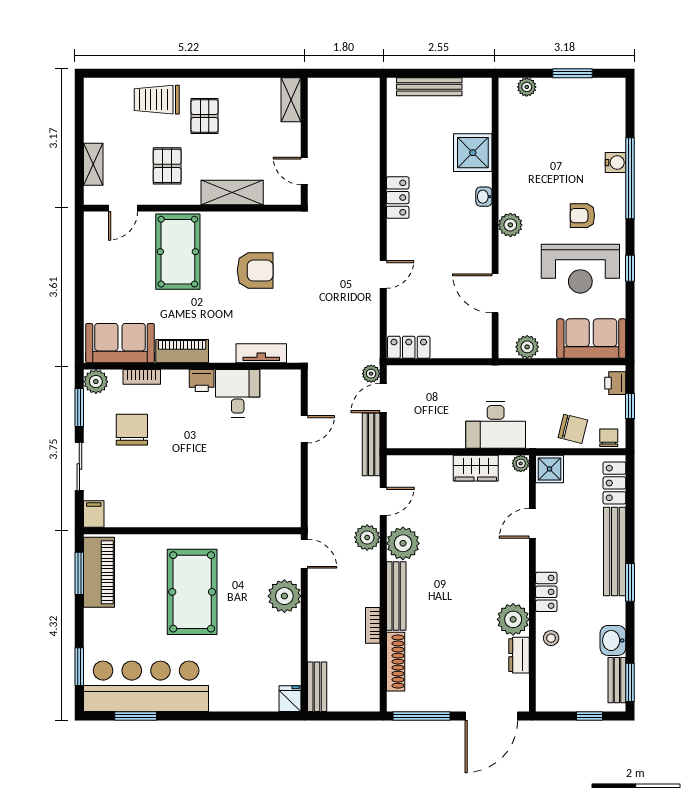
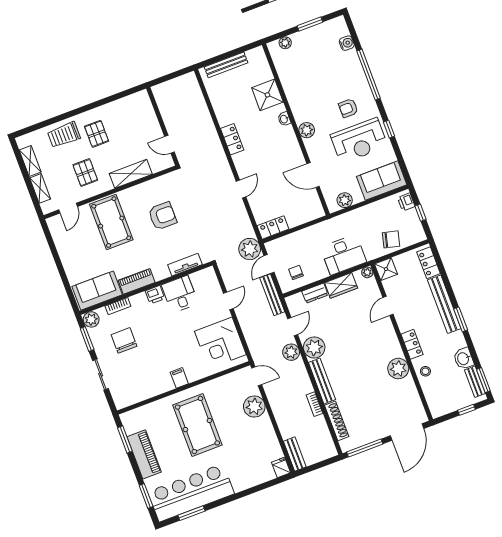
shelving: (291, 100) -> (30, 161), moved
water cooler: (616, 163) -> (347, 43), moved
plant: (371, 374) -> (250, 249), width x1.88, depth x1.88
chair: (609, 438) -> (296, 273), moved
corner desk: (270, 486) -> (220, 343), added
filing cabinet: (94, 514) -> (179, 378), moved
piano: (99, 572) -> (144, 454), moved
dresser: (519, 655) -> (315, 293), moved, turned -90

